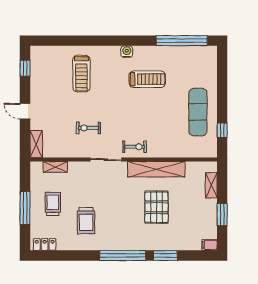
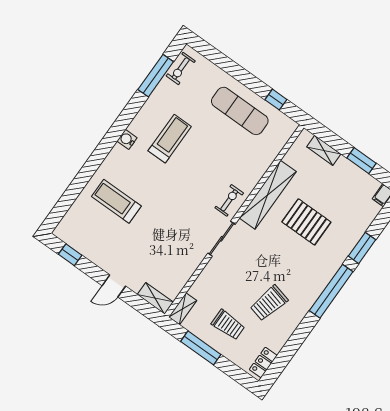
window: (182, 41) -> (156, 76), width x0.68
treadmill: (81, 74) -> (116, 201), turned 180
exercise bike: (88, 128) -> (181, 68), moved
shelving: (55, 167) -> (183, 309), moved
trolley: (53, 204) -> (228, 325), turned 180
window: (25, 208) -> (201, 348), moved
trolley: (86, 221) -> (269, 303), turned 104

